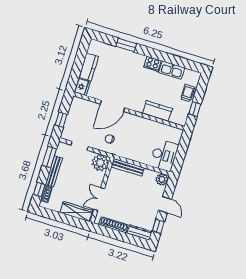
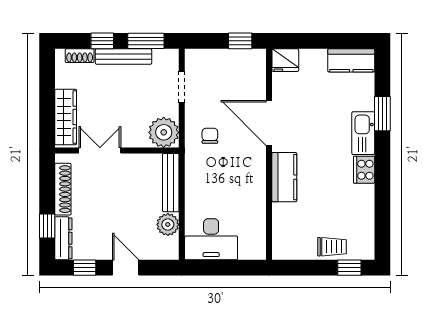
kitchen counter: (89, 67) -> (351, 60), moved
kitchen sink: (172, 70) -> (363, 133), moved
window: (195, 109) -> (349, 268), moved
kitchen counter: (157, 111) -> (284, 177), moved
window: (61, 120) -> (240, 41), moved
plant: (162, 180) -> (168, 224), moved
window: (39, 190) -> (102, 41), moved
door: (165, 205) -> (126, 268), swing flipped
window: (130, 239) -> (47, 226), added

